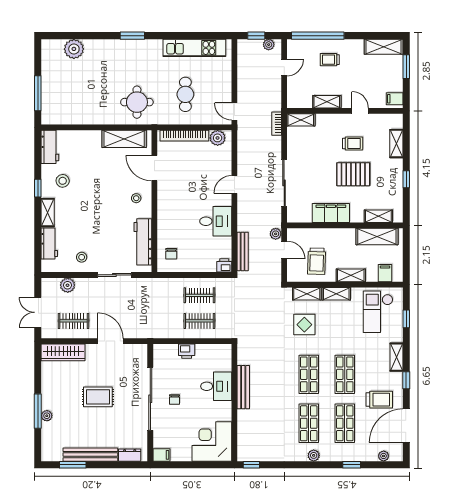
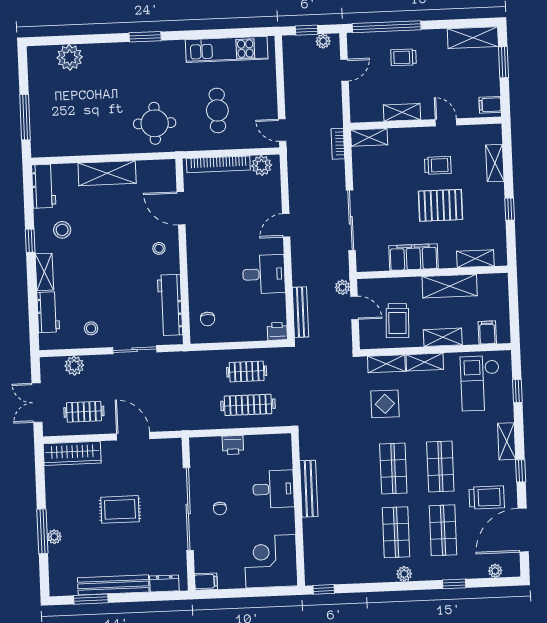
shelving: (124, 139) -> (107, 173), moved
shelving: (377, 236) -> (450, 286), moved
clothes rail: (199, 321) -> (248, 405), width x1.36

